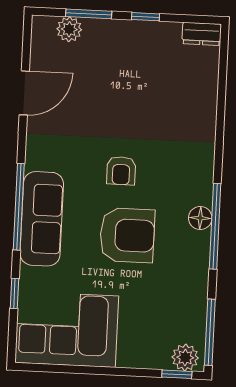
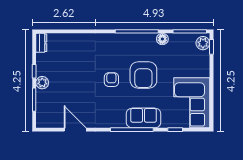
plant: (69, 29) -> (42, 83), moved
armchair: (121, 171) -> (111, 80), turned -90
floor lamp: (200, 218) -> (162, 39), moved
sofa: (42, 219) -> (144, 118), width x0.73
armchair: (127, 235) -> (143, 75), turned 180

